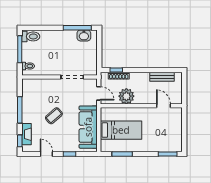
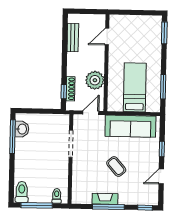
fireplace: (26, 134) -> (105, 199), moved

